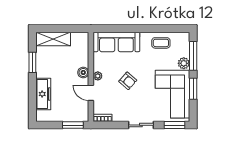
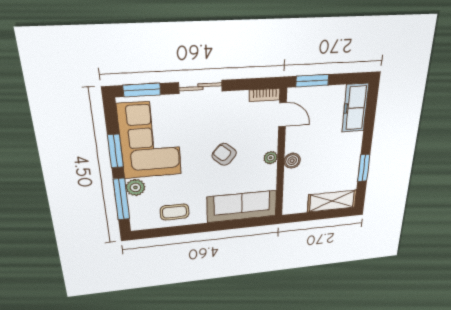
door: (91, 93) -> (282, 115), moved
freezer: (43, 94) -> (355, 108), moved

